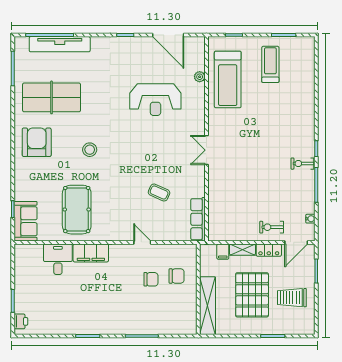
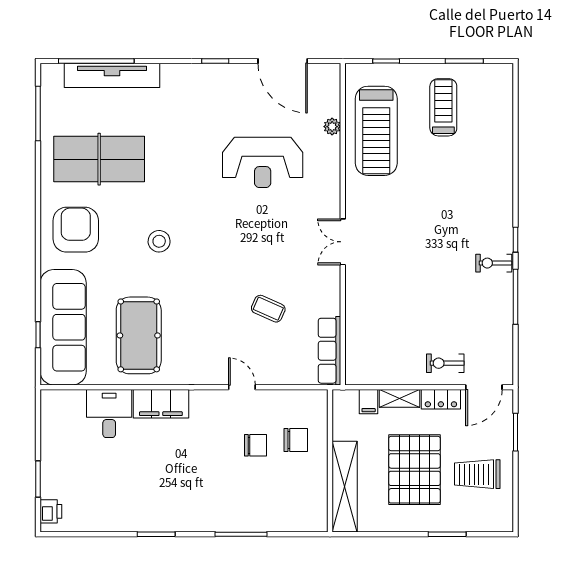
water cooler: (310, 219) -> (506, 350), removed
sofa: (26, 221) -> (63, 327), width x1.85, depth x1.27

